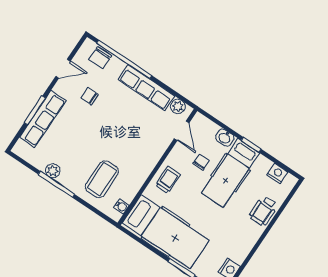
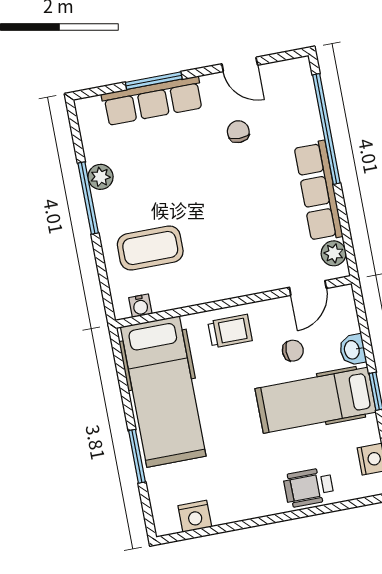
chair: (100, 58) -> (299, 97), removed

